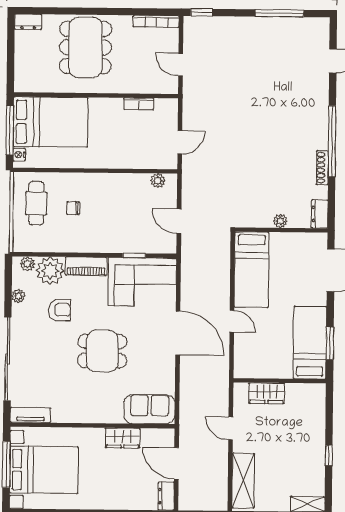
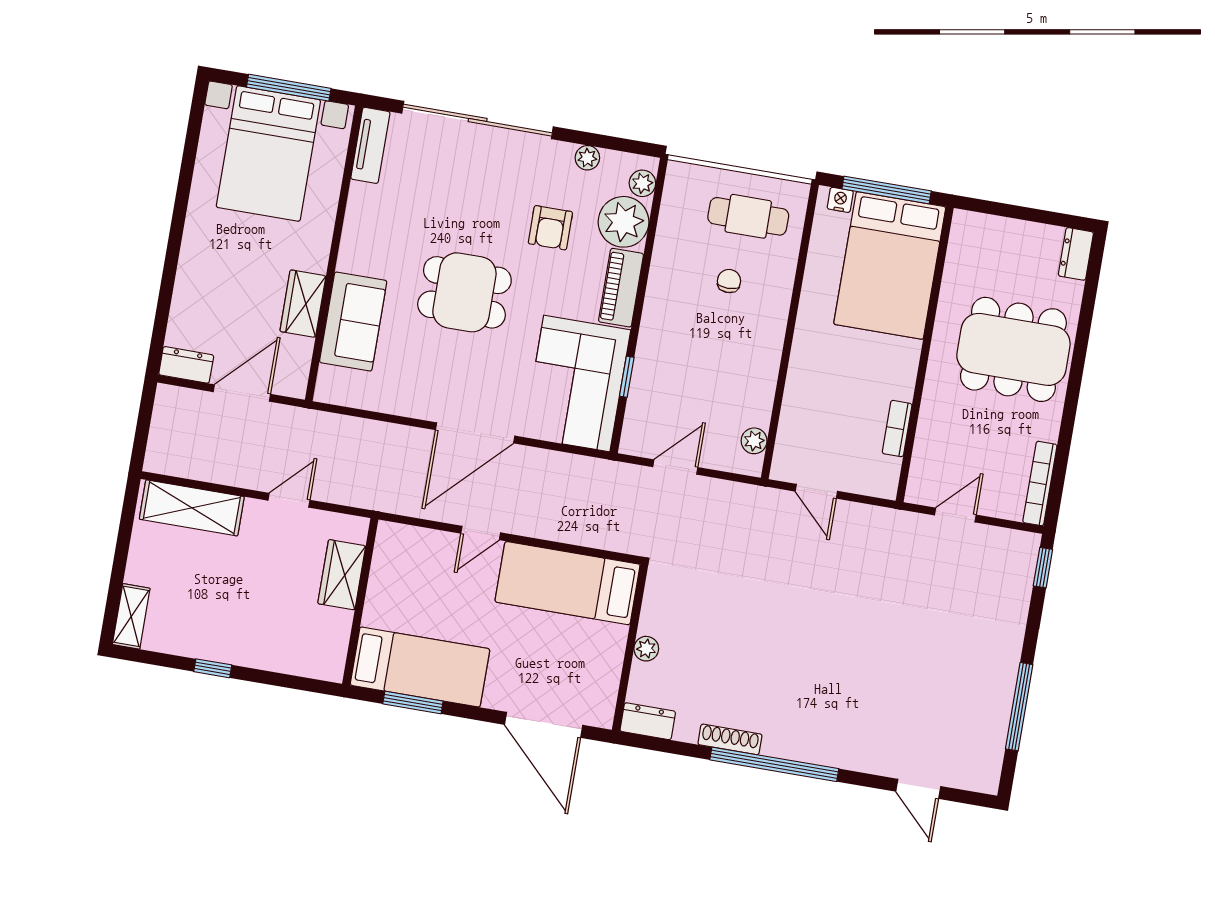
dining table: (102, 351) -> (464, 292), turned 90
sofa: (150, 409) -> (353, 322), moved

